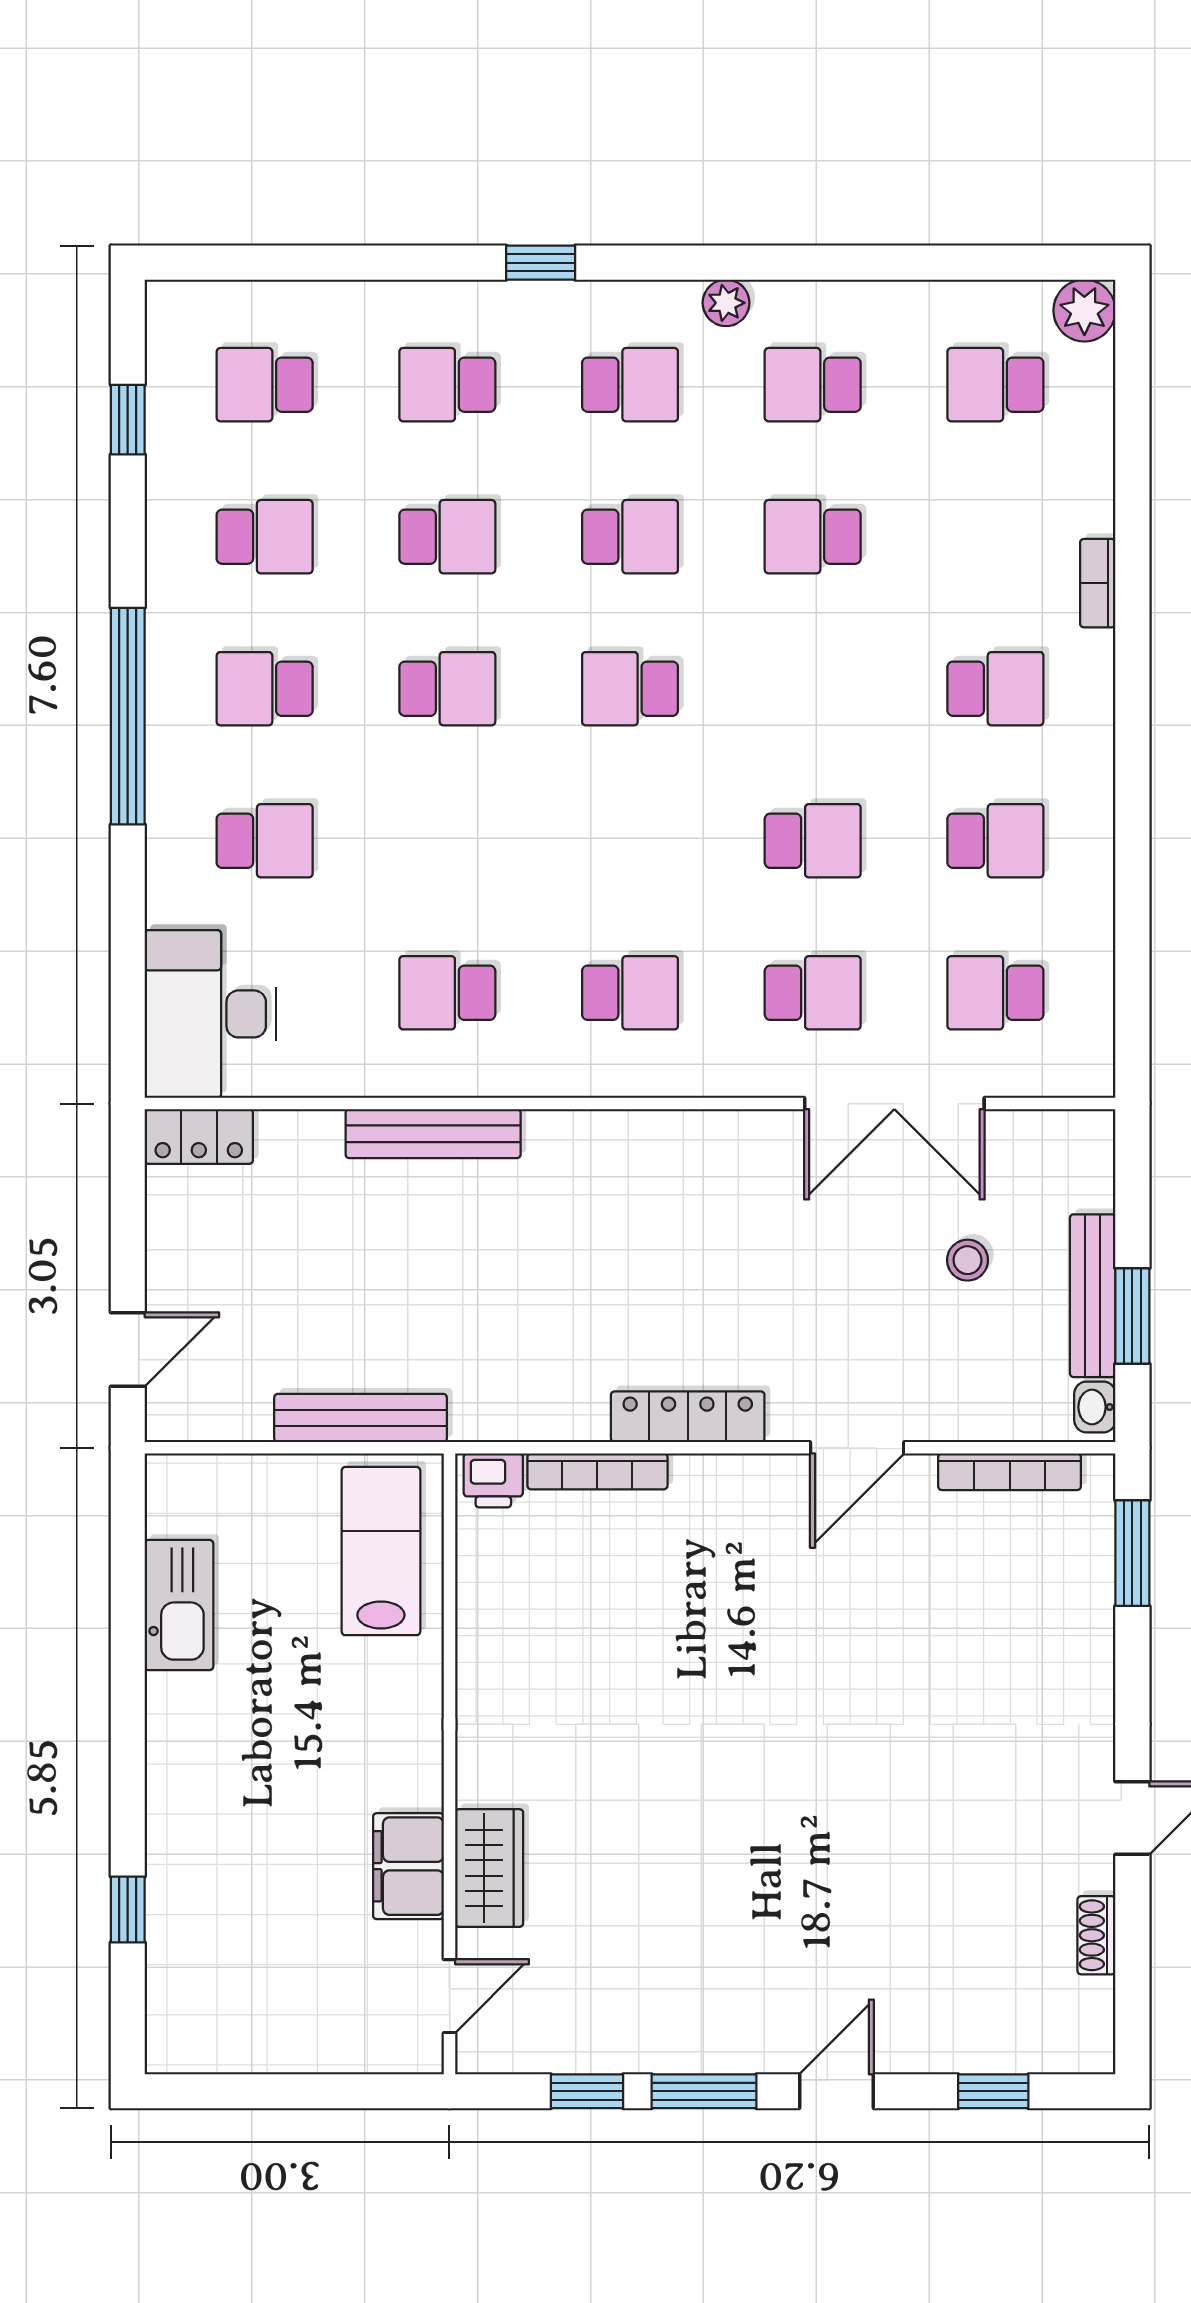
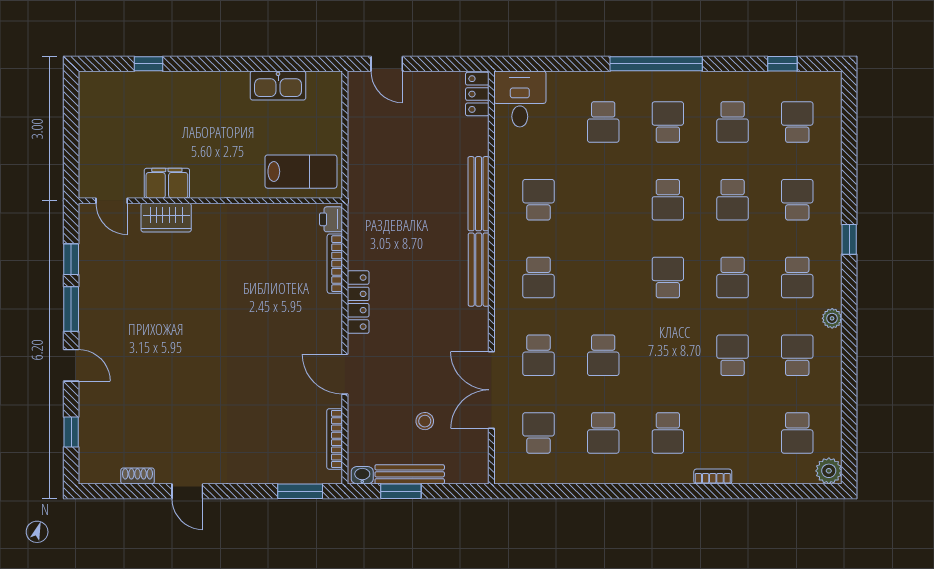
school desk: (995, 385) -> (797, 433), turned 180
desk: (211, 1014) -> (520, 99), width x0.73
bench: (361, 1418) -> (479, 270), moved

